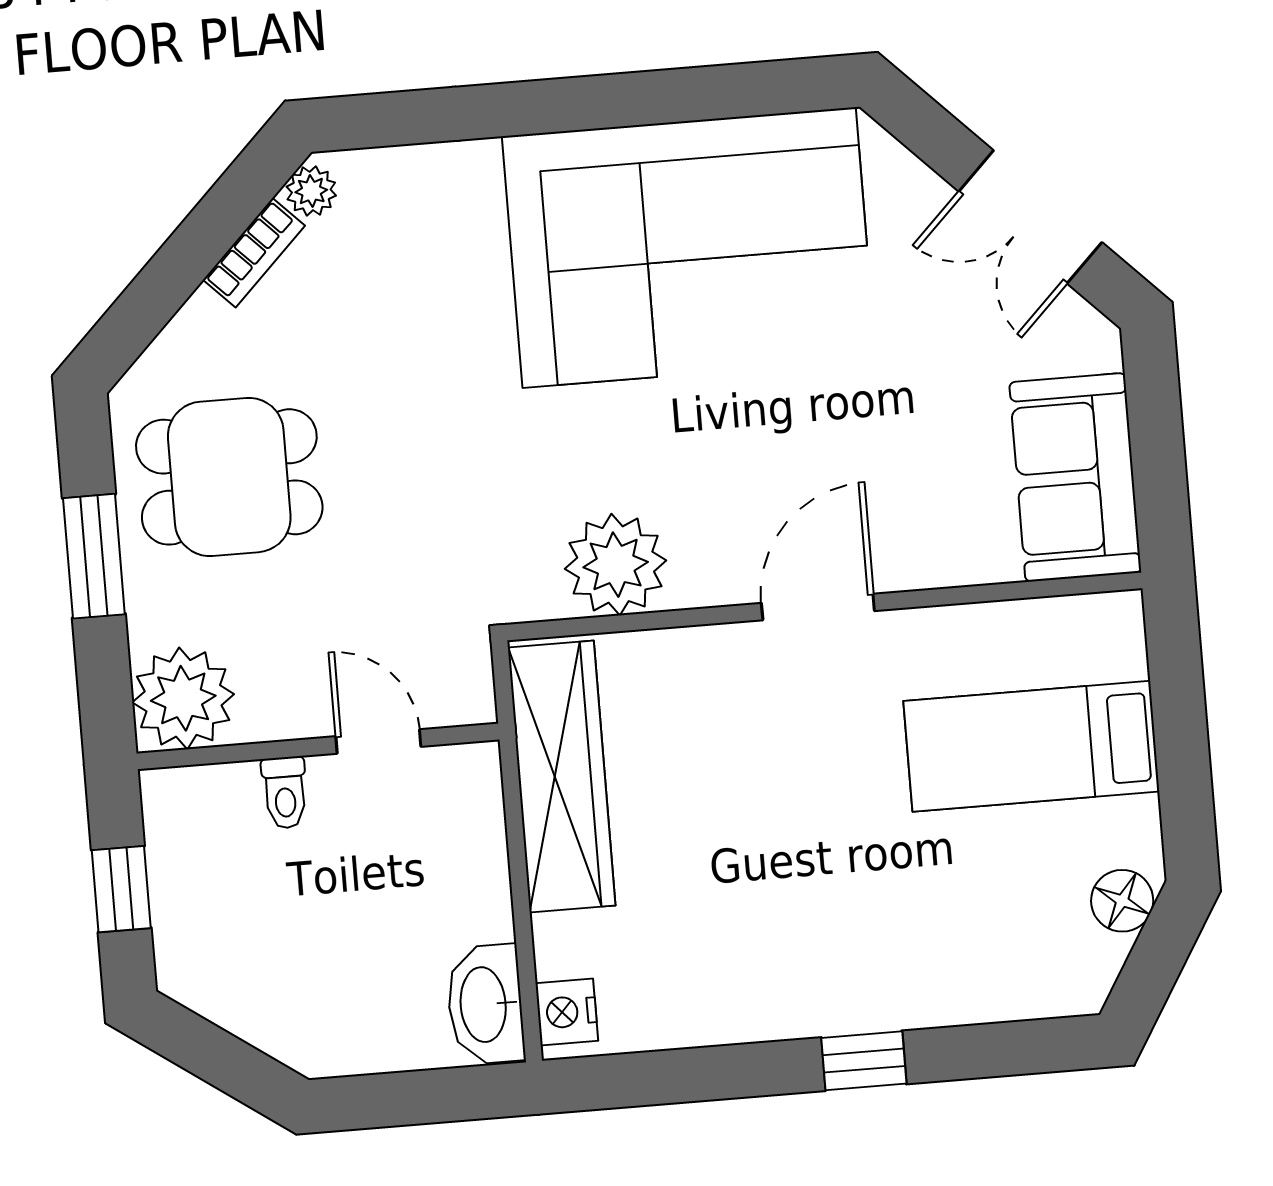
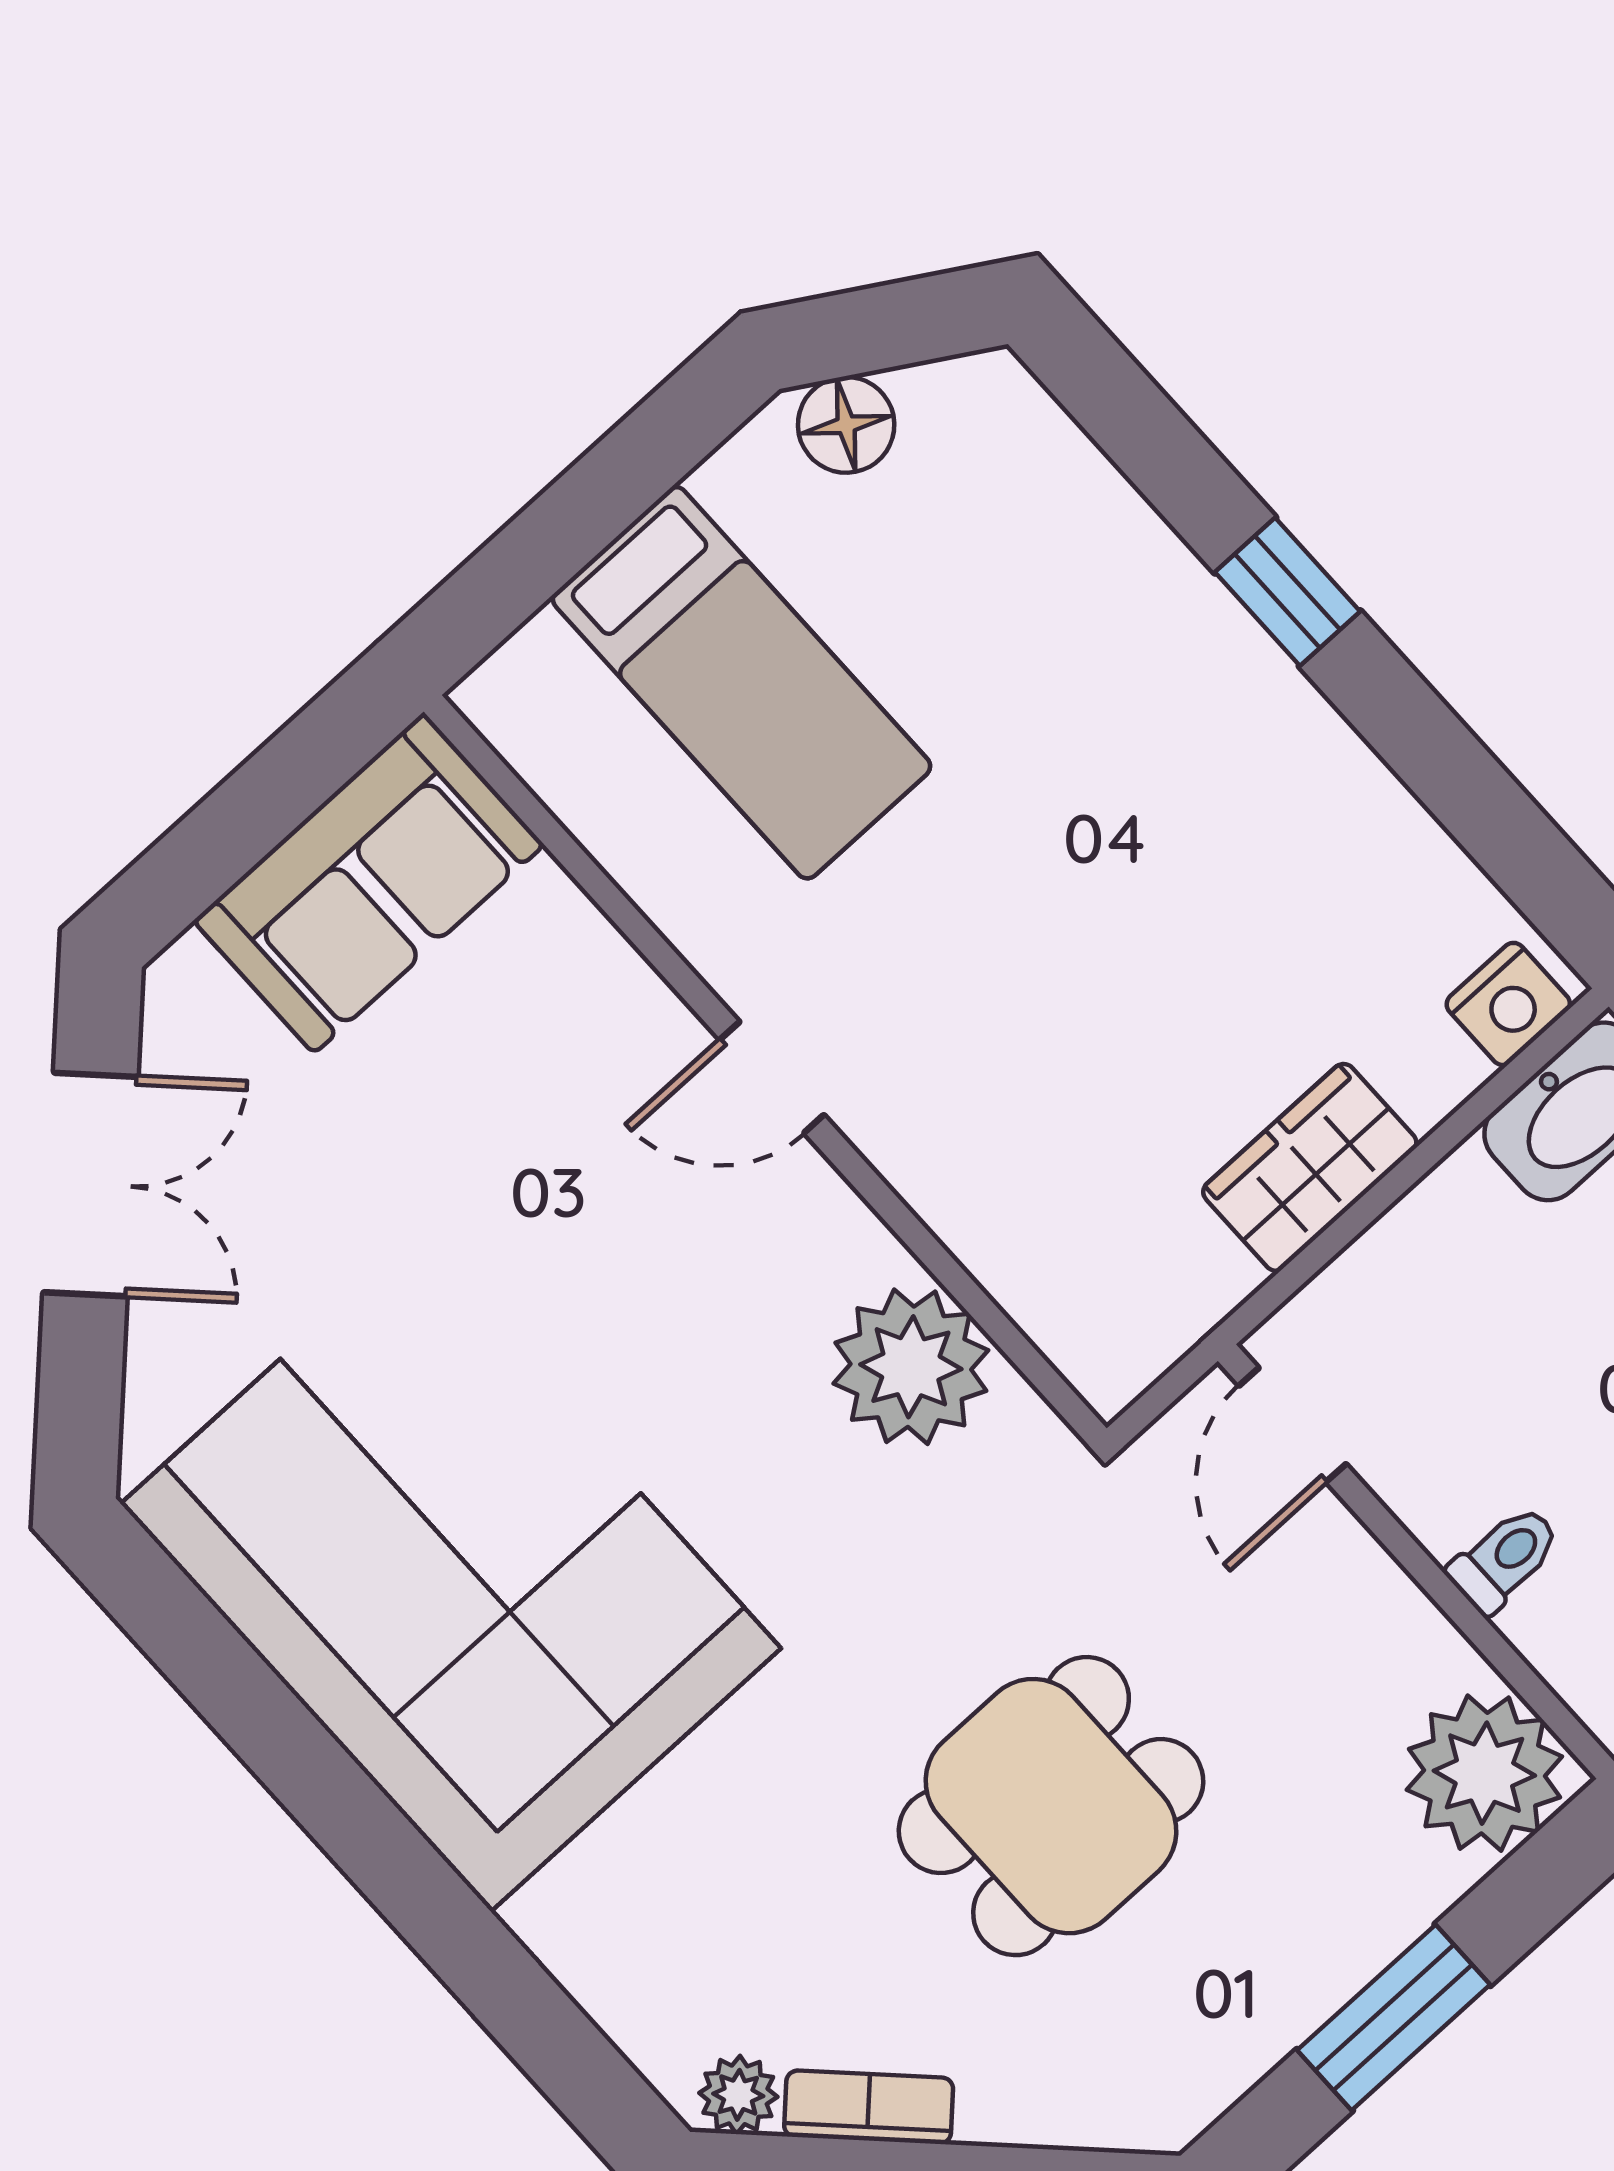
dining table: (229, 477) -> (1051, 1806), moved, turned 90
door: (818, 607) -> (772, 1077), width x0.73
door: (378, 741) -> (1292, 1425), moved
wardrobe: (562, 777) -> (1310, 1167), width x0.48, depth x0.85

